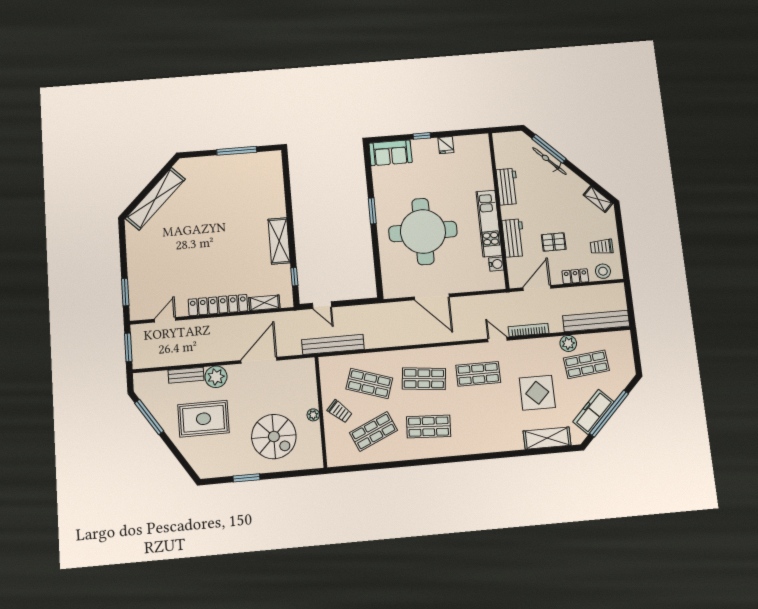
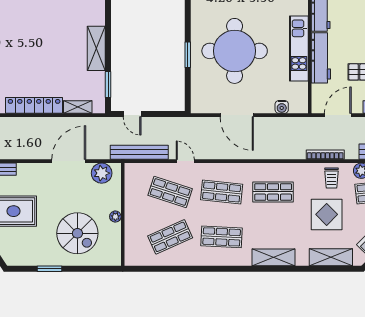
window: (372, 211) -> (188, 55), moved
workbench: (514, 238) -> (321, 58), width x1.37
water cooler: (496, 264) -> (282, 107), moved, turned 90
window: (294, 277) -> (108, 85), width x1.50
door: (497, 340) -> (185, 161), moved
plant: (216, 377) -> (102, 173), moved
trolley: (340, 411) -> (332, 178), moved, turned 48
shelving: (486, 444) -> (274, 257), added

